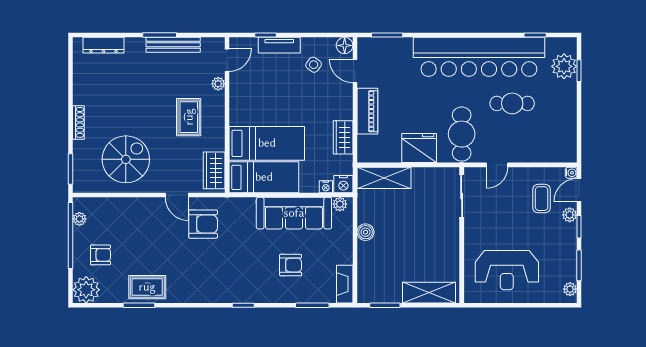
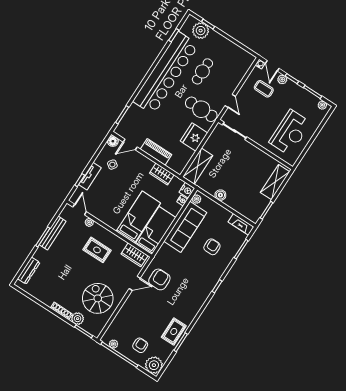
plant: (82, 150) -> (78, 319), added

